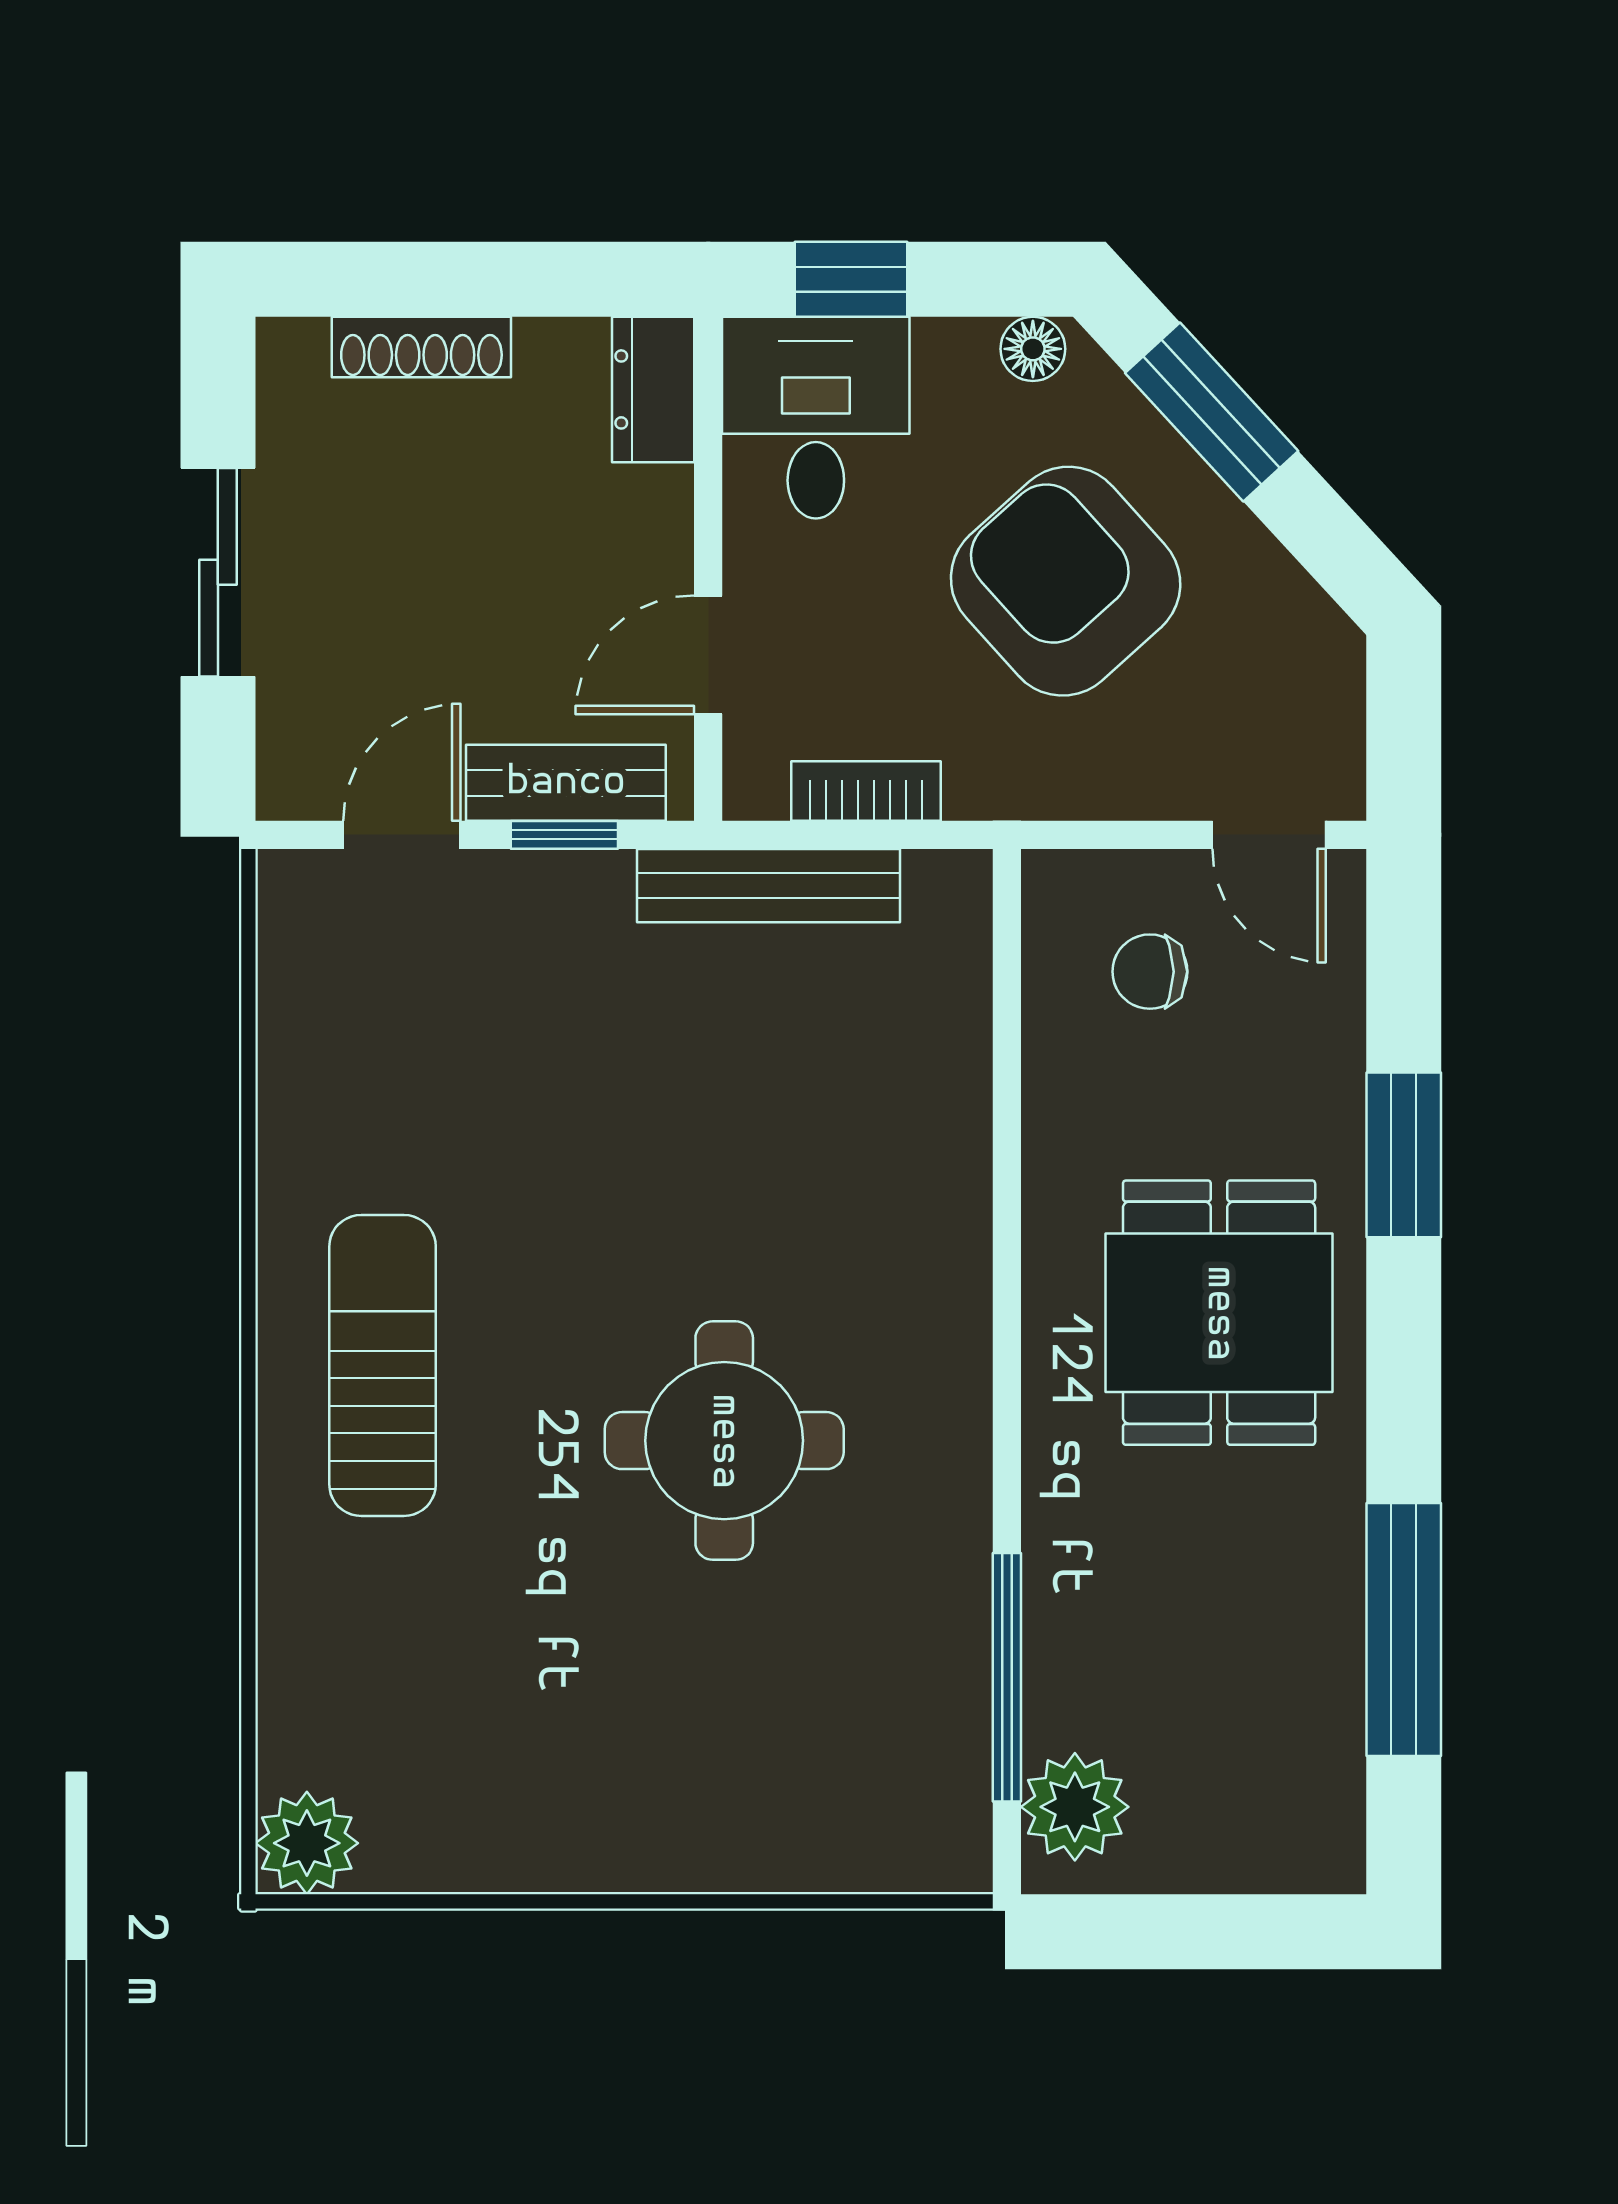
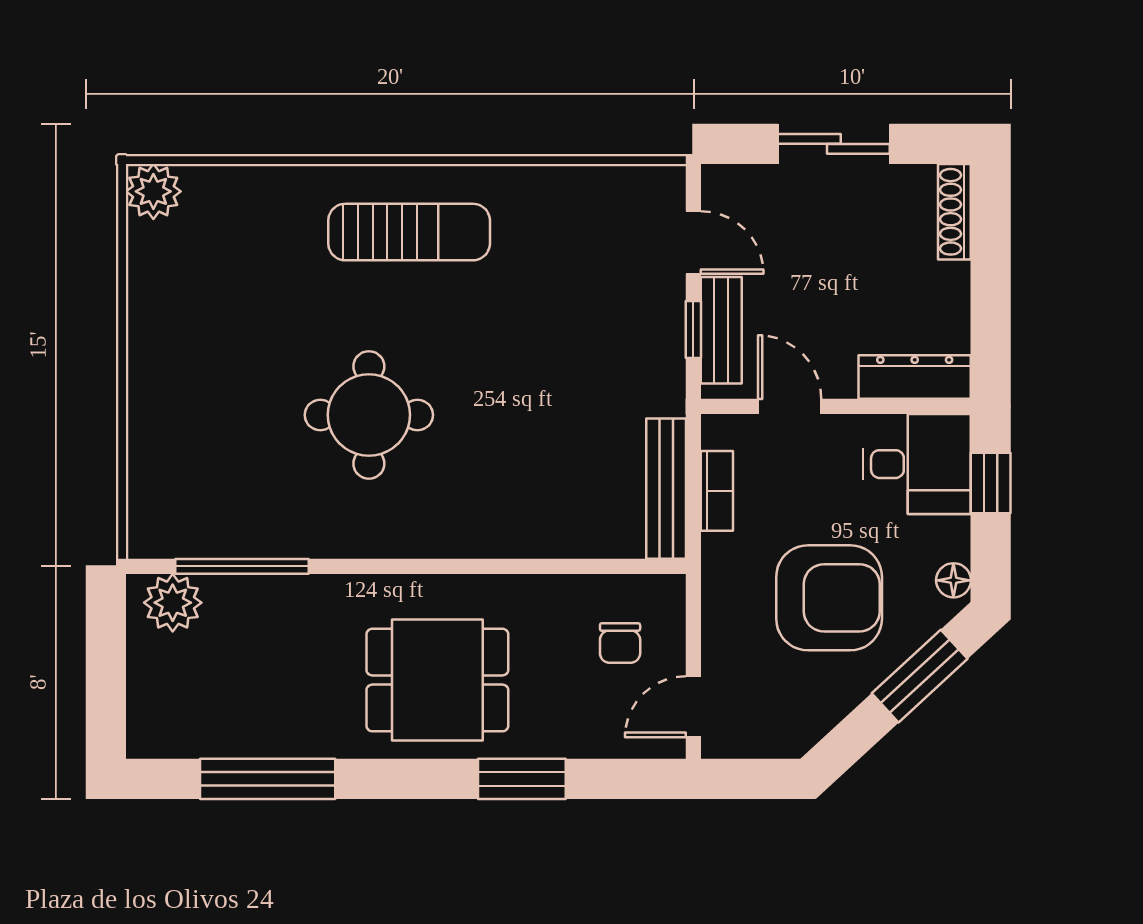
shoe rack: (421, 347) -> (954, 212), moved
dresser: (653, 389) -> (915, 377), width x1.44
armchair: (1066, 581) -> (829, 598), turned 42
bench: (768, 886) -> (666, 489), moved
chair: (1150, 972) -> (620, 643), turned 180

